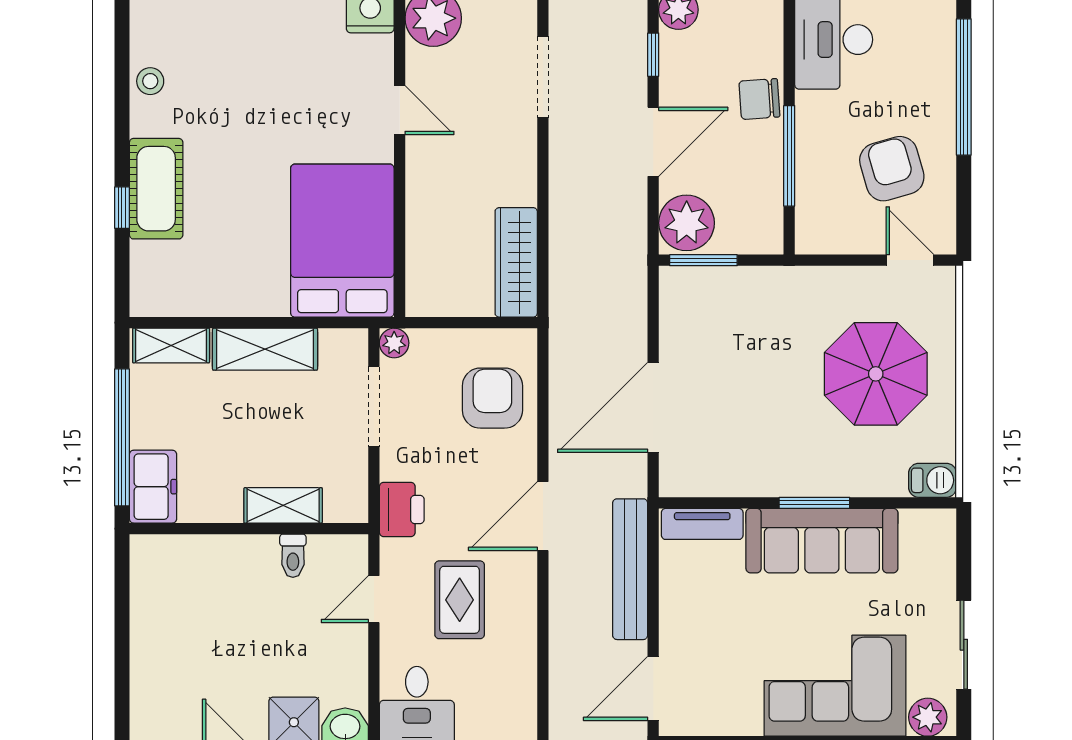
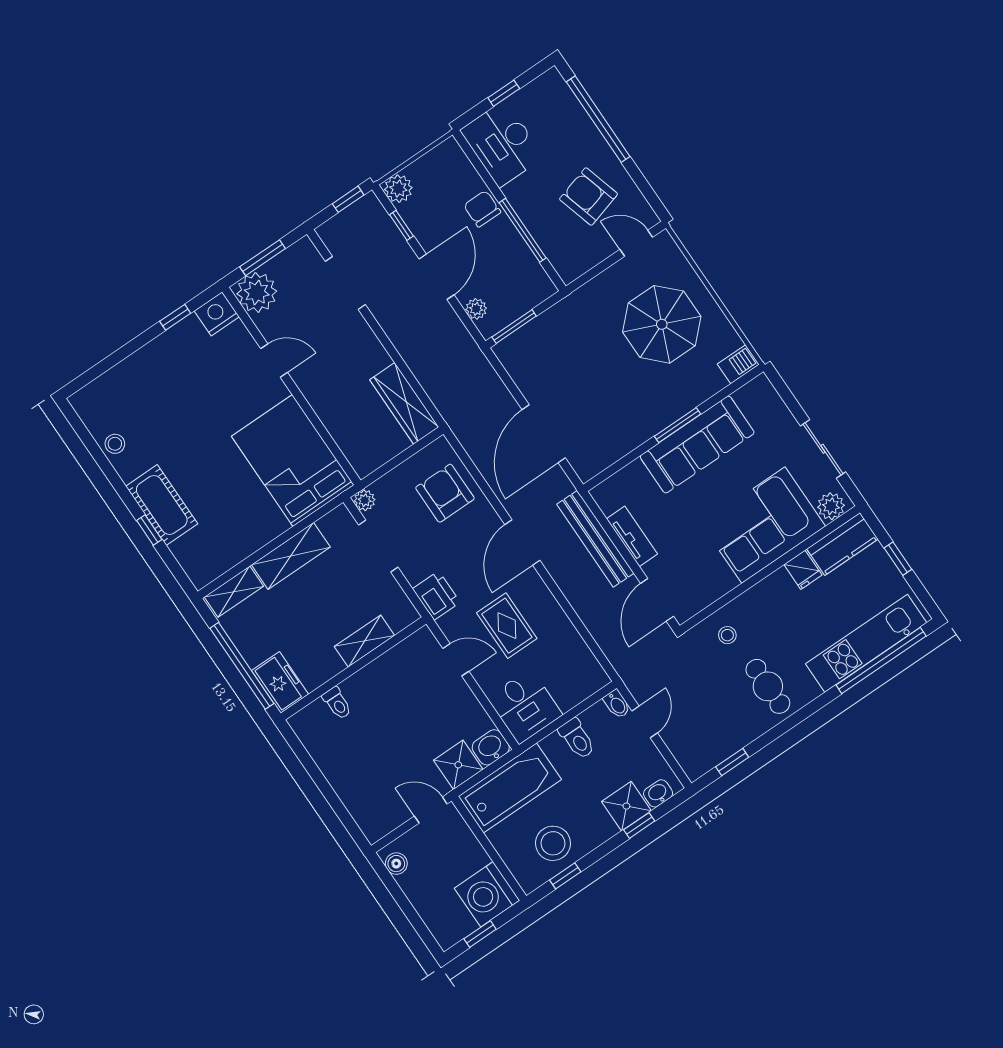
chair: (759, 99) -> (482, 209), turned 94
plant: (687, 223) -> (476, 309), width x0.53, depth x0.53
tv unit: (702, 524) -> (632, 536), moved, turned -90
toilet: (293, 556) -> (337, 703), moved
door: (374, 599) -> (456, 660), swing flipped

